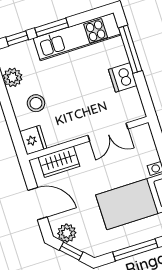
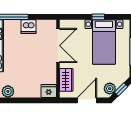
stool: (36, 103) -> (27, 82), removed
double door: (108, 132) -> (58, 46), width x1.37

